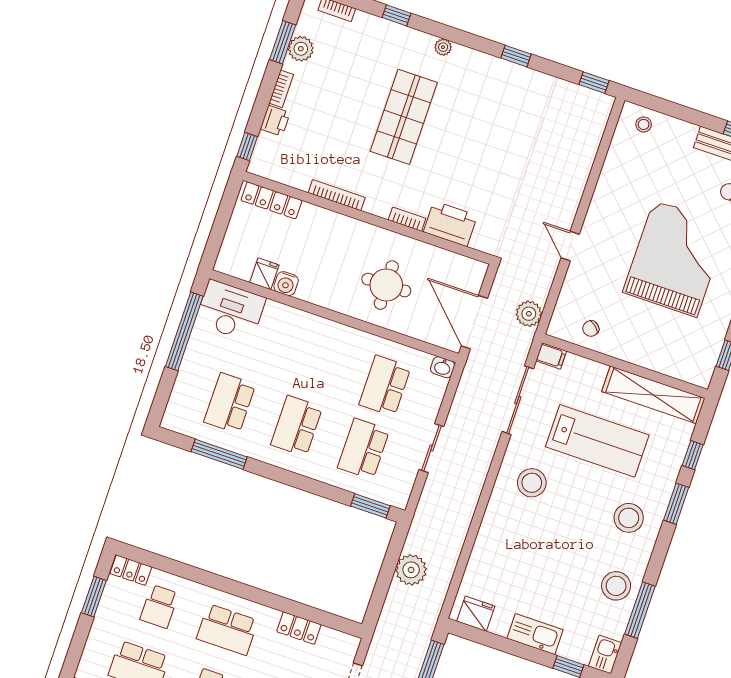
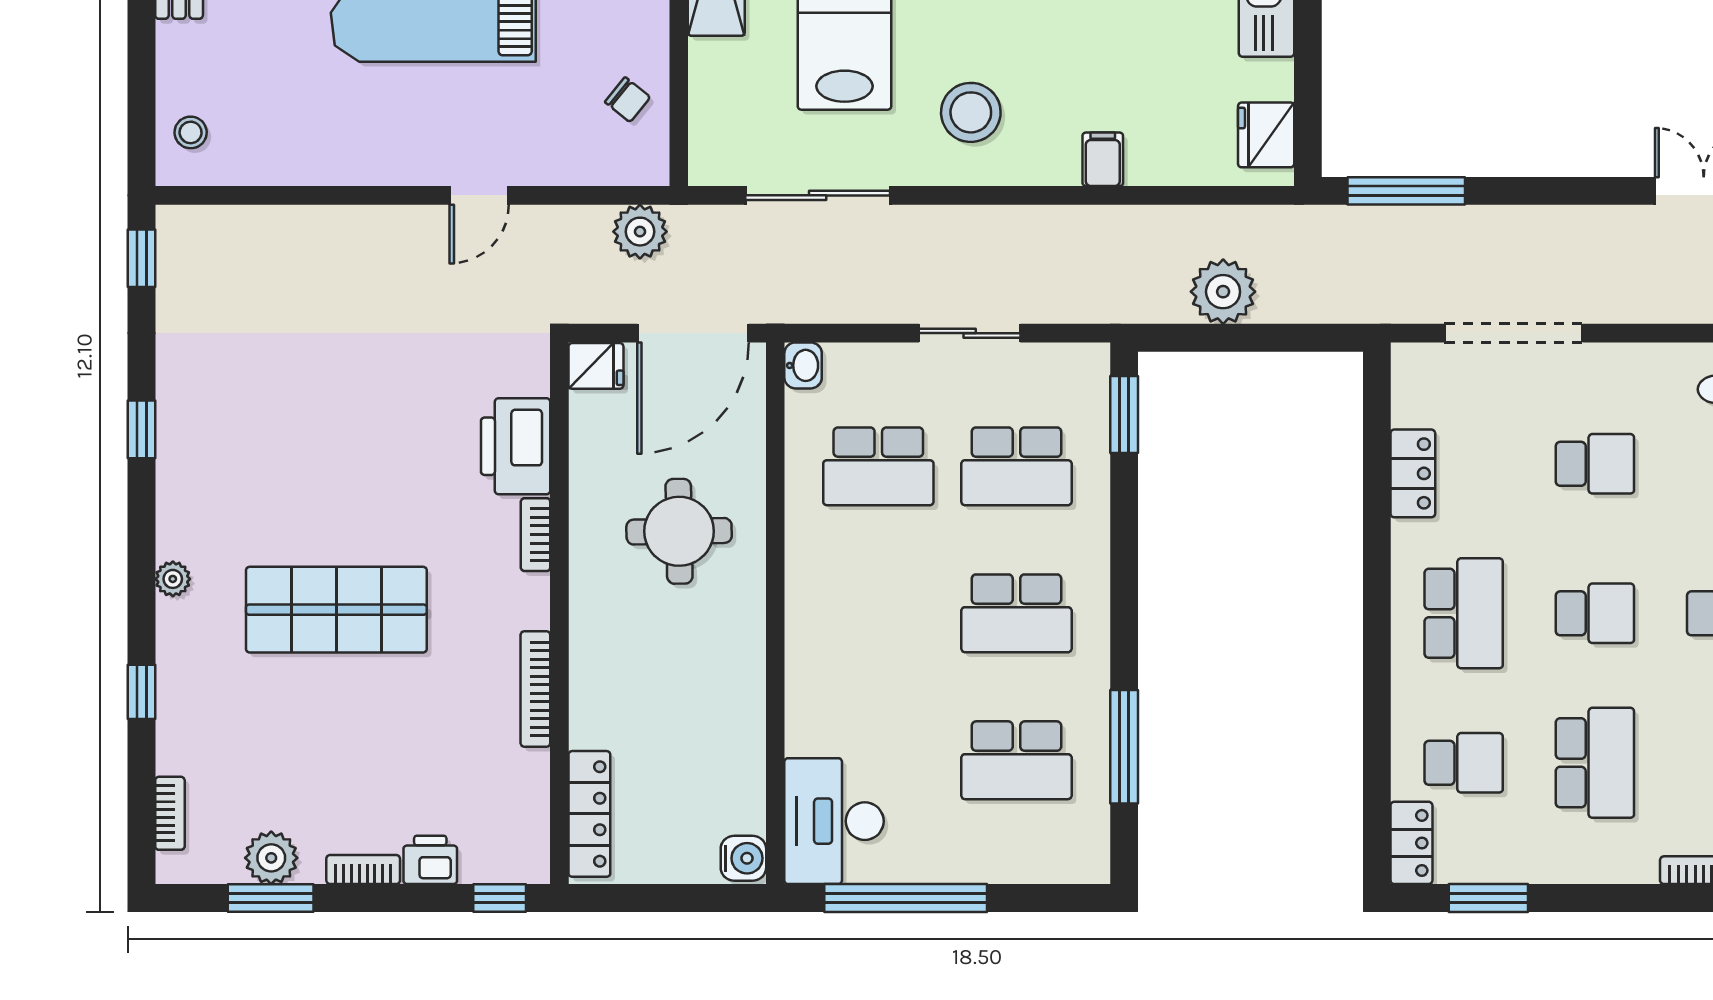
fridge: (264, 274) -> (596, 366), moved, turned 180
water cooler: (286, 284) -> (743, 858), moved
filing cabinet: (551, 356) -> (1103, 159), moved

